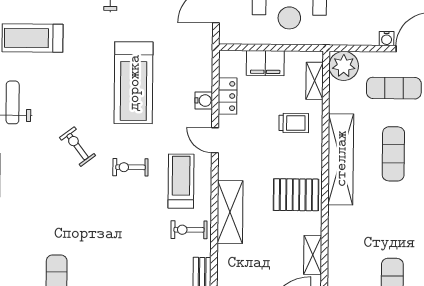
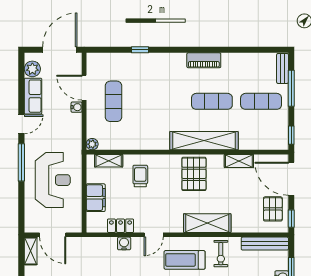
plant: (344, 66) -> (92, 144), width x0.53, depth x0.53
exercise mat: (393, 154) -> (212, 101), moved
shelving: (341, 159) -> (204, 141), moved

